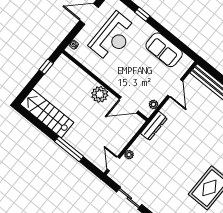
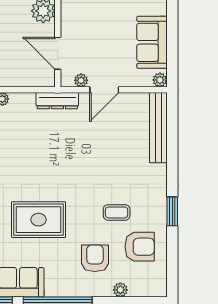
plant: (188, 62) -> (160, 80), added
door: (175, 88) -> (104, 90), moved

